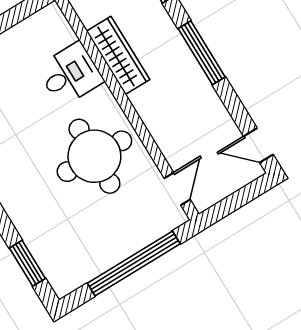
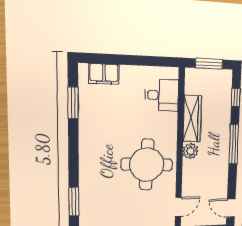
desk: (70, 74) -> (162, 95), moved
plant: (144, 101) -> (191, 151), added

